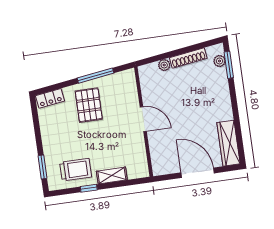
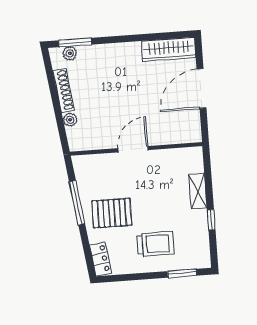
trolley: (76, 170) -> (155, 244), moved, turned 90

